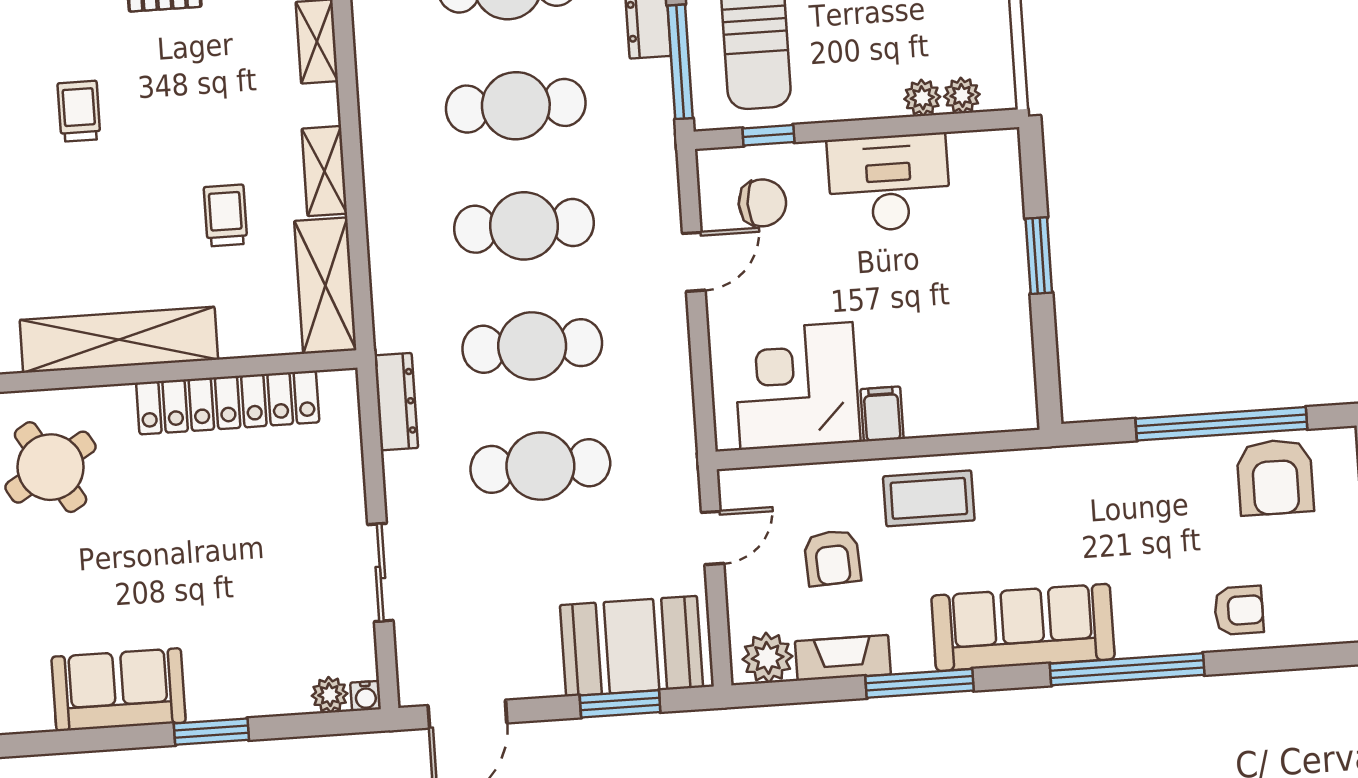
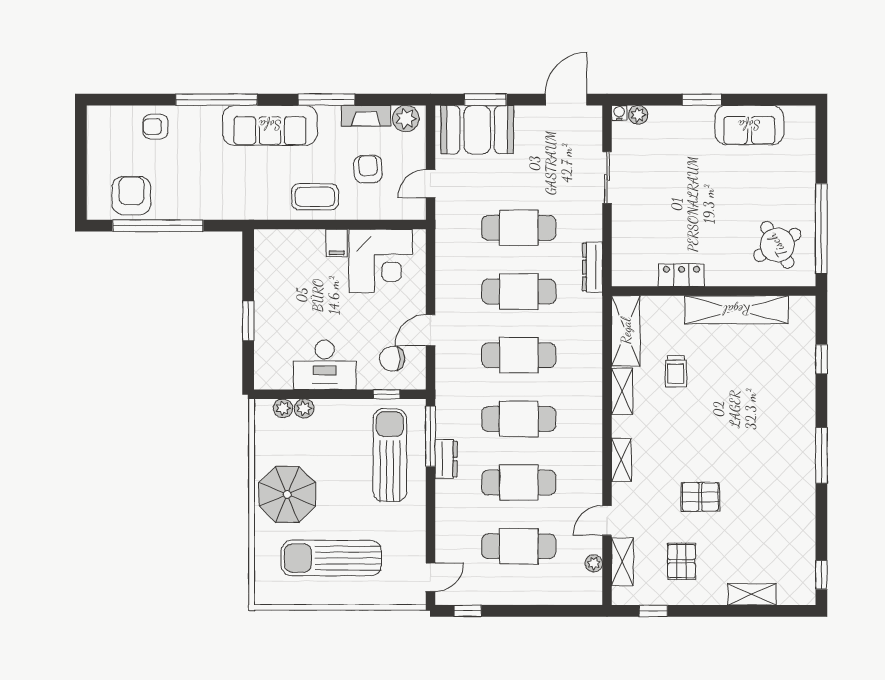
trolley: (79, 111) -> (749, 432), removed
locker: (228, 403) -> (681, 275), width x0.46, depth x0.83

